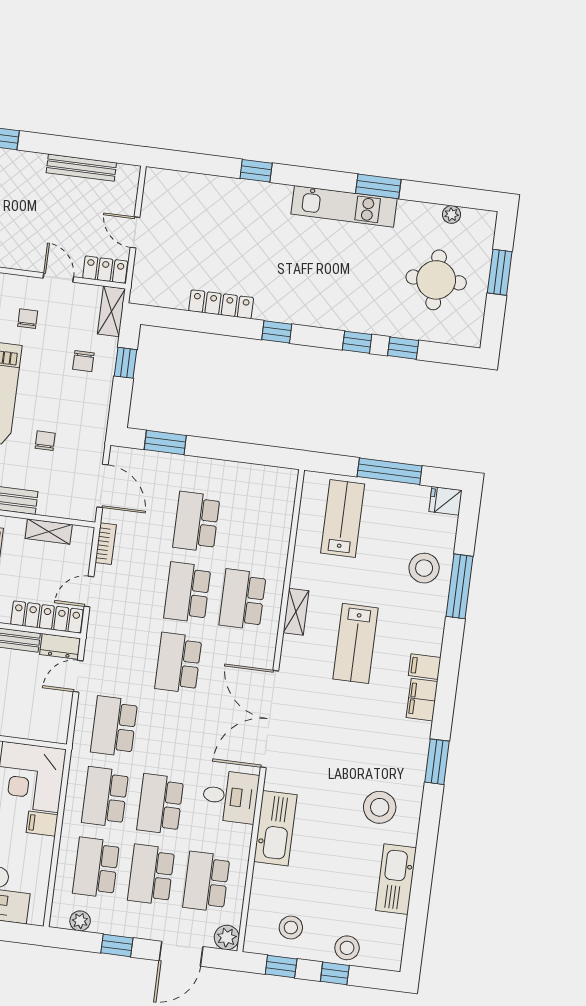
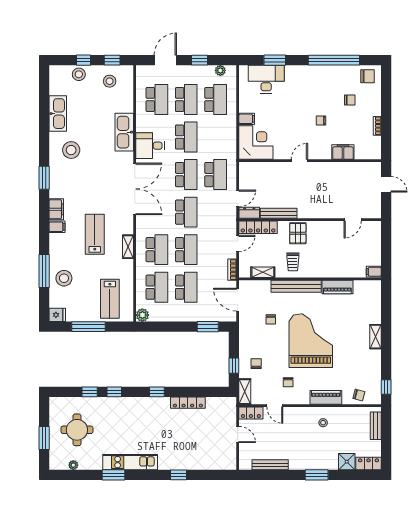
school desk: (252, 529) -> (157, 287), added
school desk: (105, 797) -> (186, 175), moved
plant: (227, 937) -> (142, 315), moved

